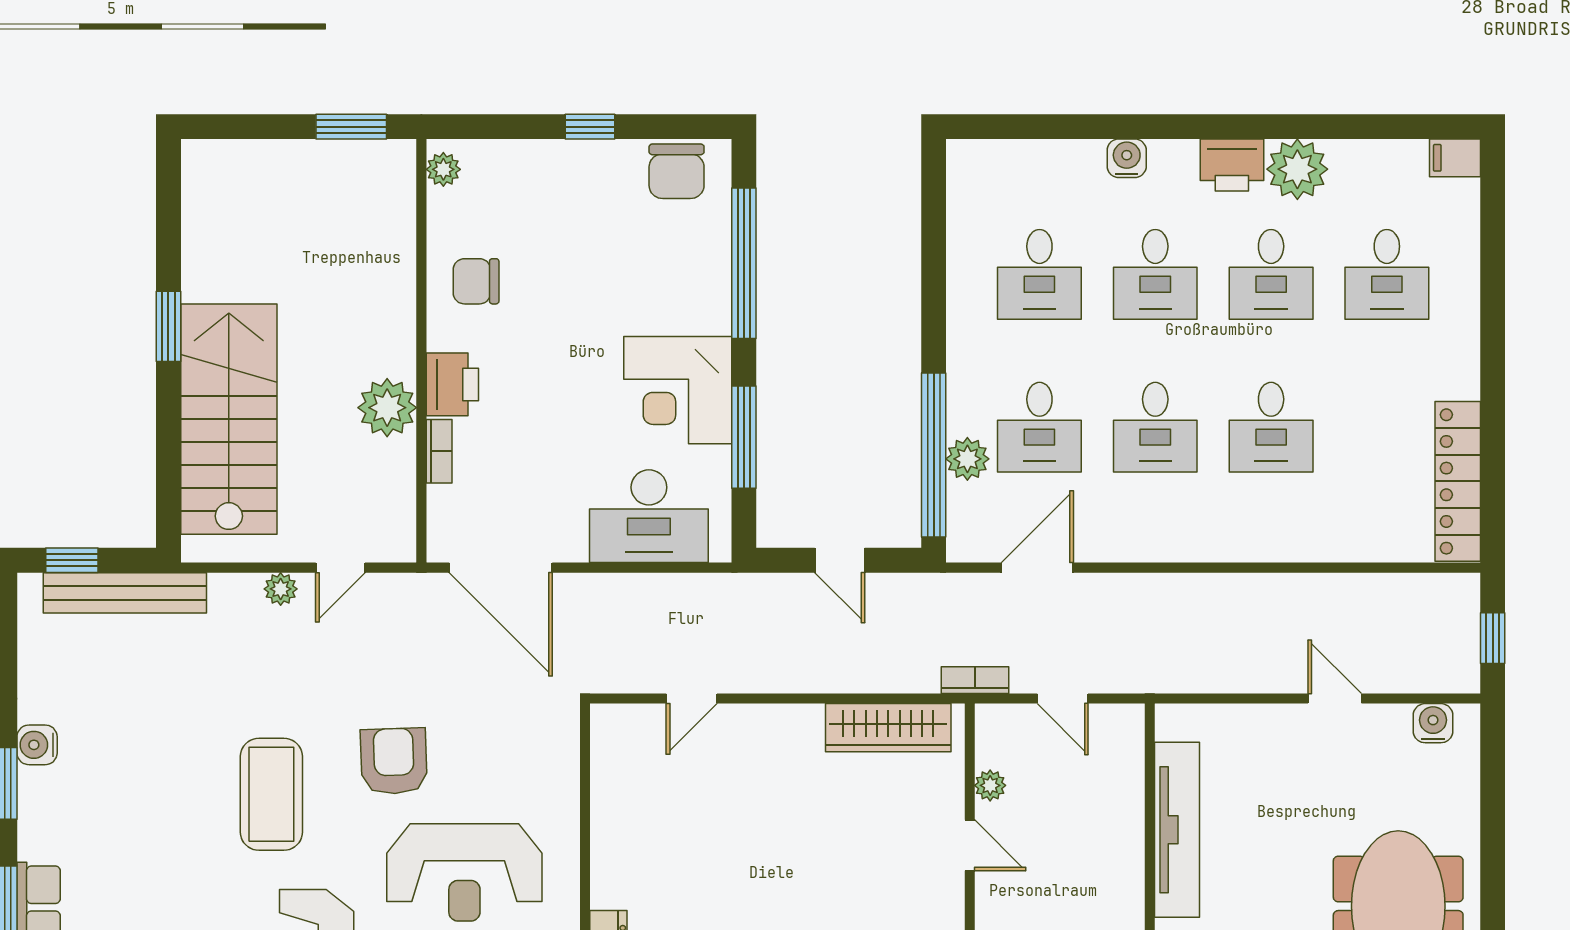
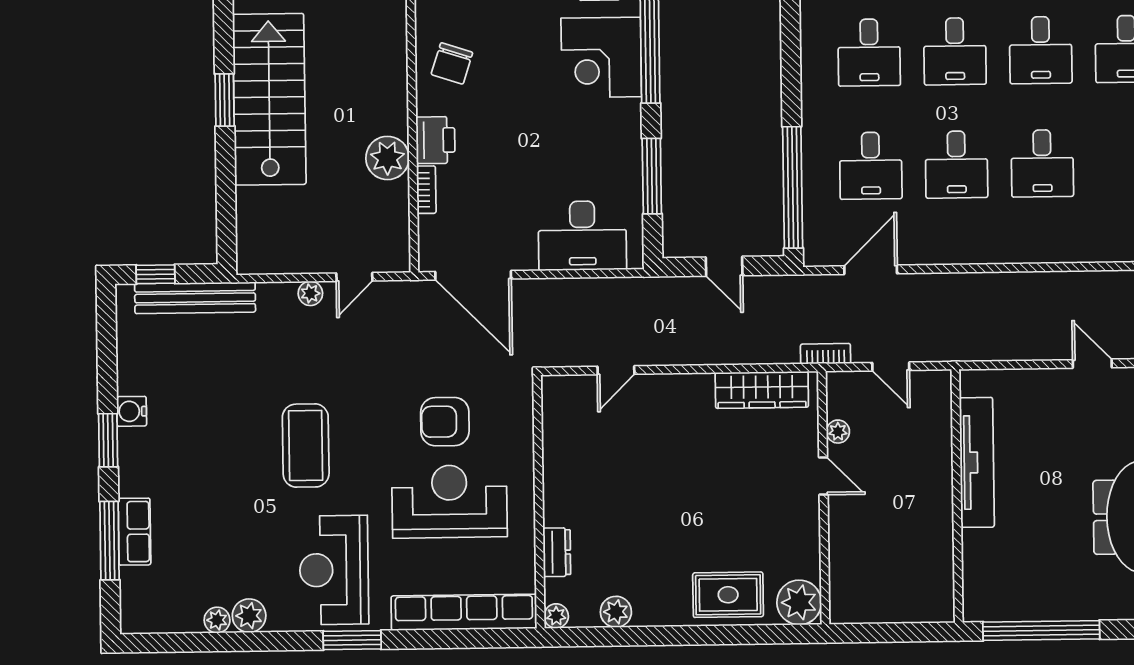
chair: (476, 281) -> (452, 63), turned -72
corner desk: (678, 390) -> (601, 57), moved
stairs: (229, 419) -> (269, 99), moved
plant: (967, 459) -> (818, 190), removed
armchair: (394, 761) -> (445, 422), moved, turned -88
reception desk: (464, 872) -> (449, 501), turned 180

